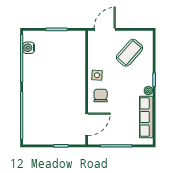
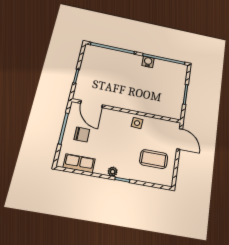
water cooler: (29, 48) -> (148, 62), moved
coffee table: (130, 53) -> (154, 159), turned -41
chair: (101, 96) -> (82, 134), moved
row of seats: (146, 117) -> (79, 163), width x0.68

